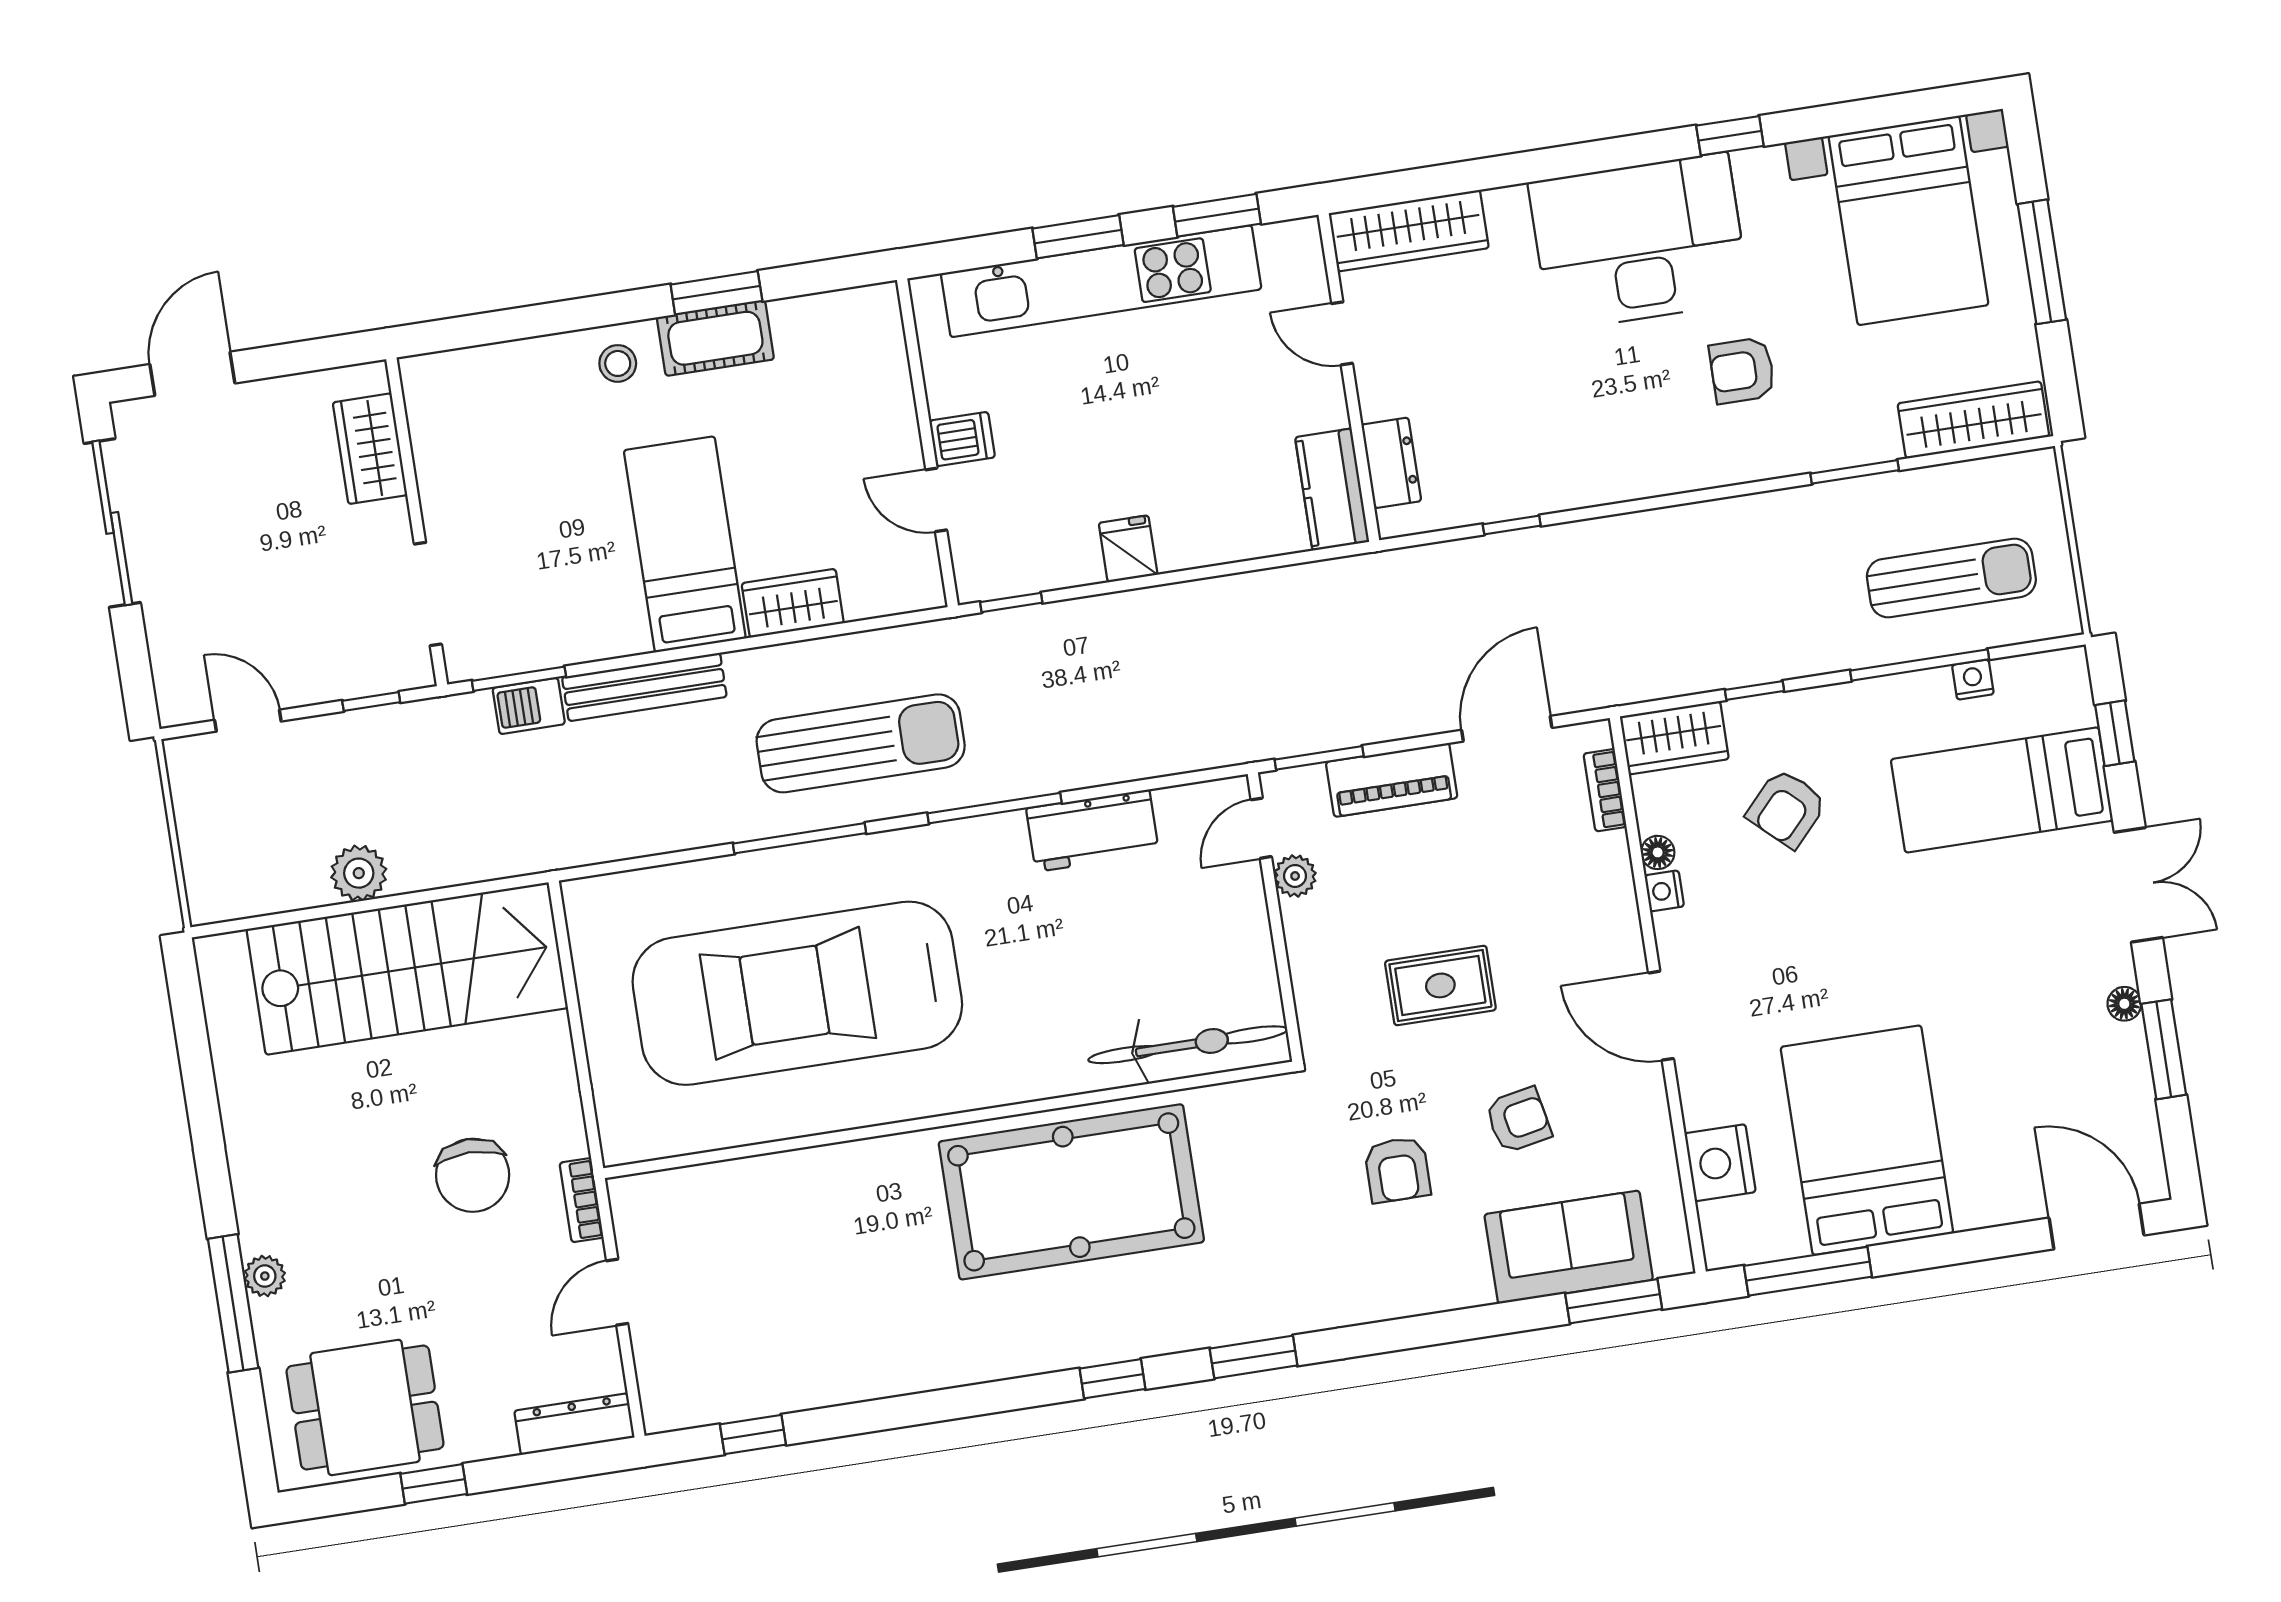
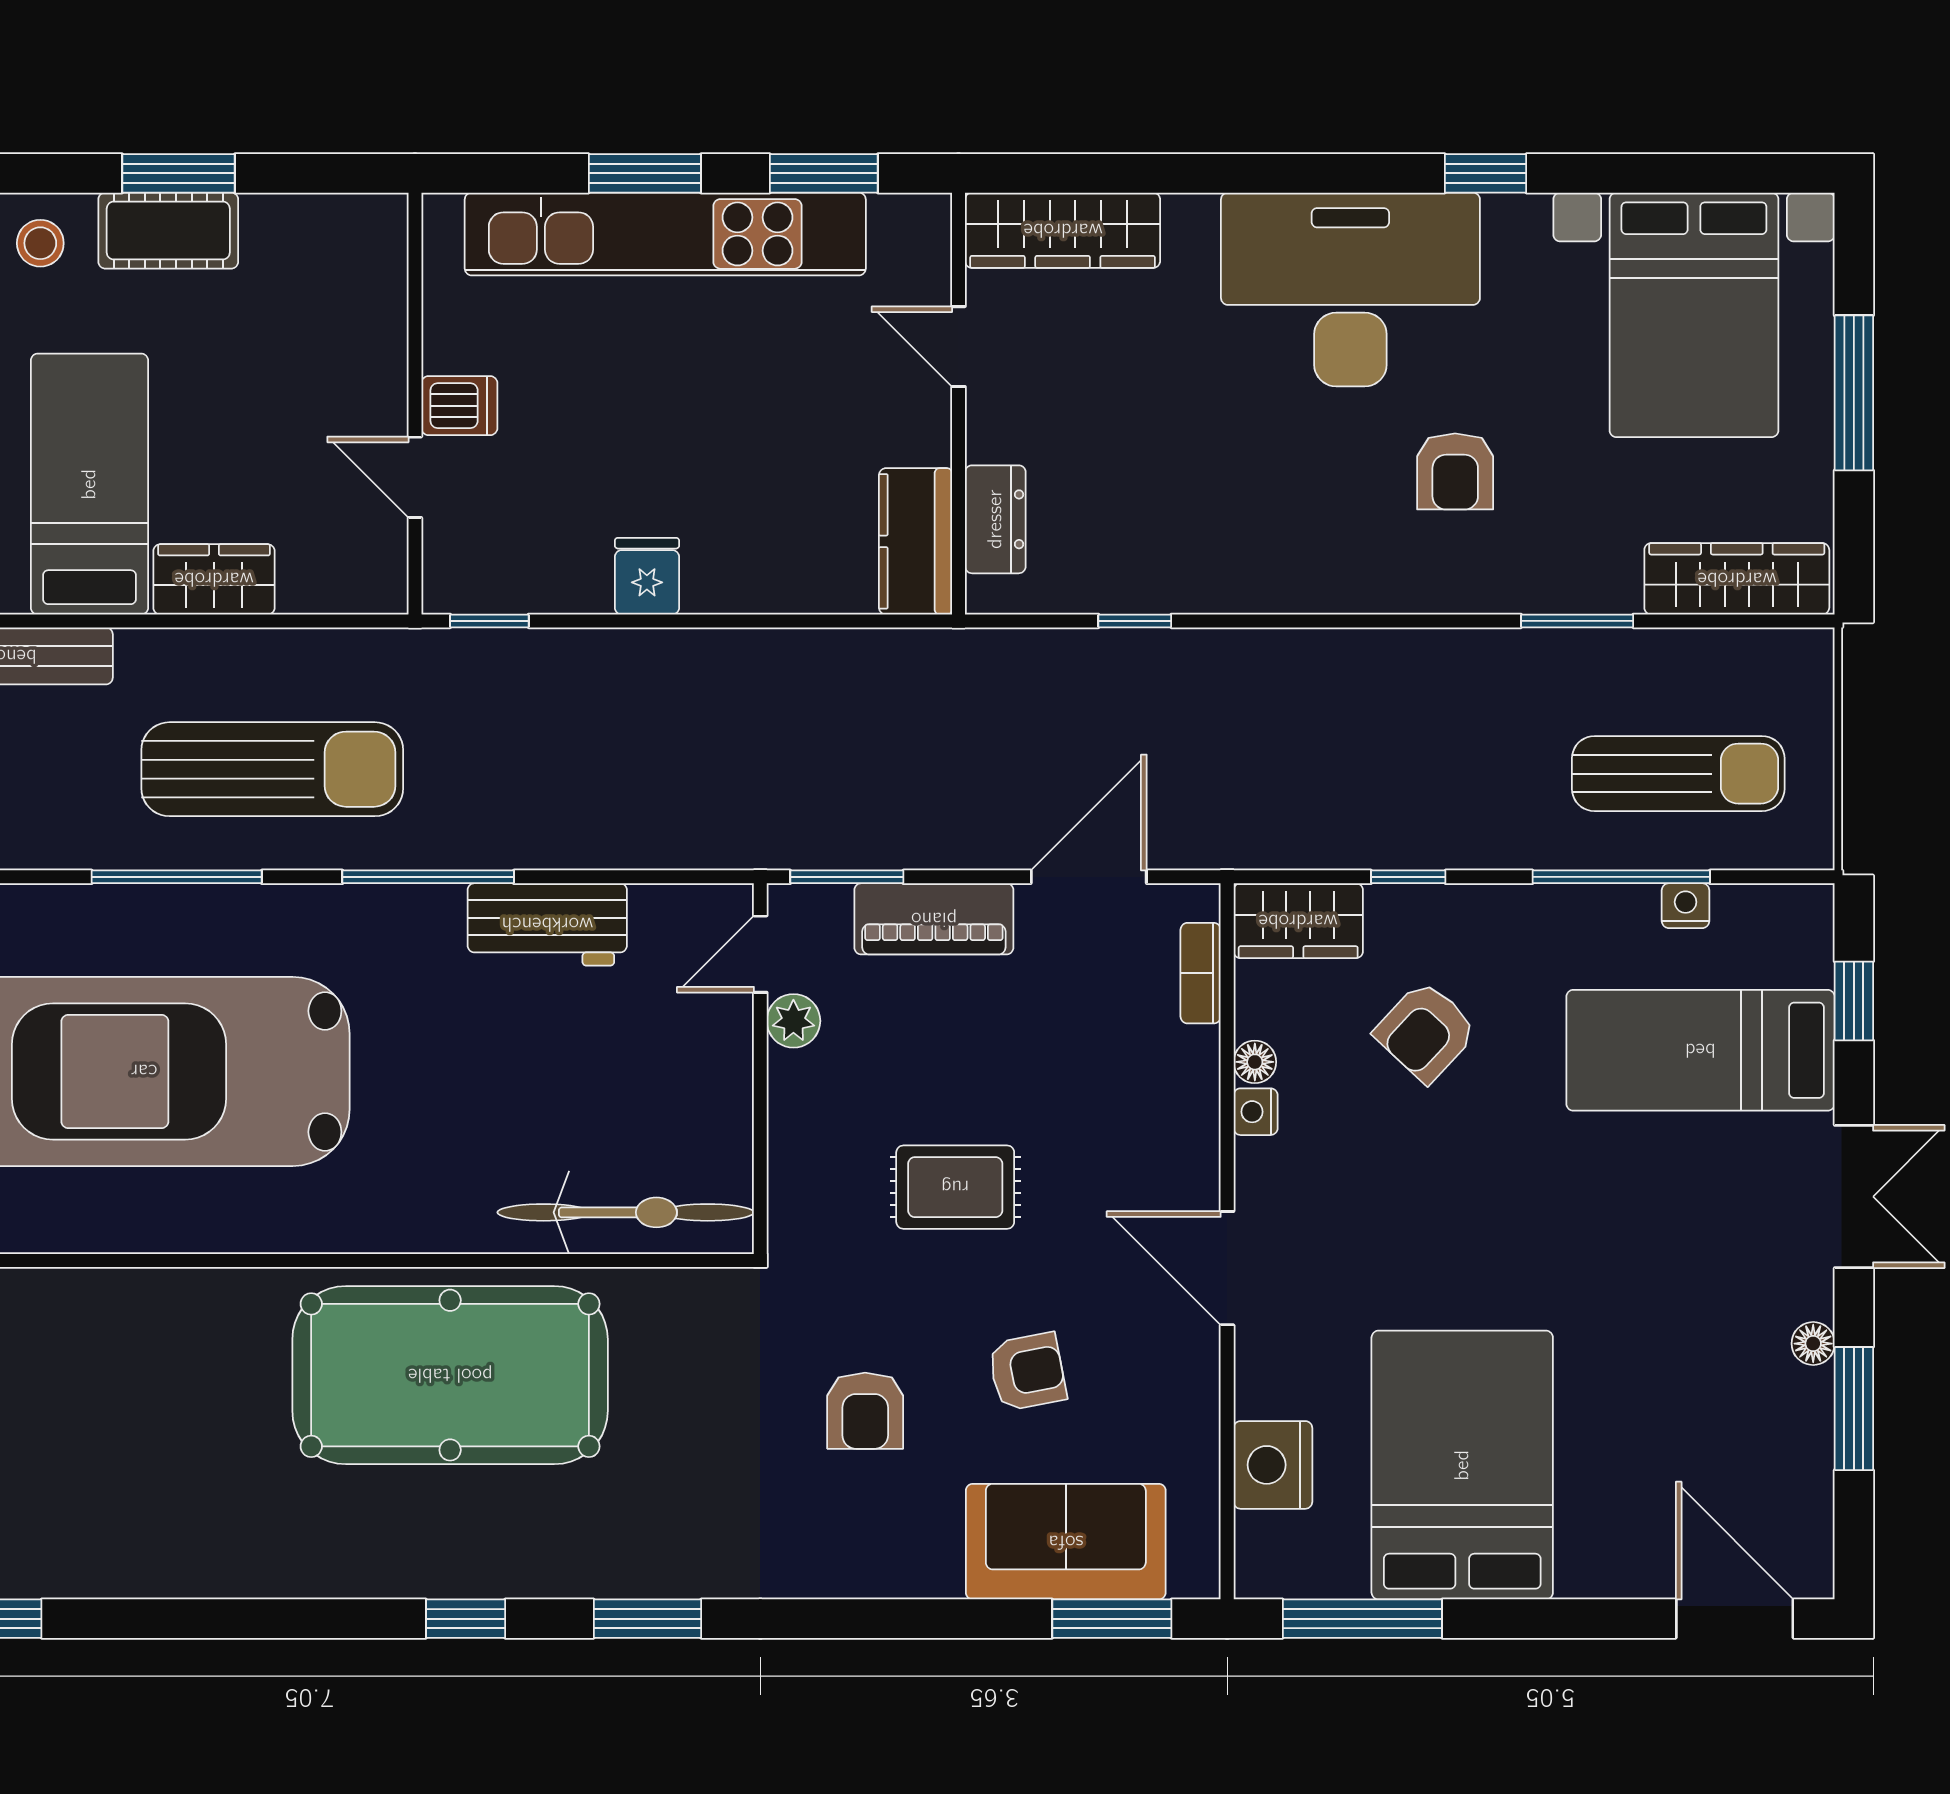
armchair: (1742, 371) -> (1455, 471), turned -90

